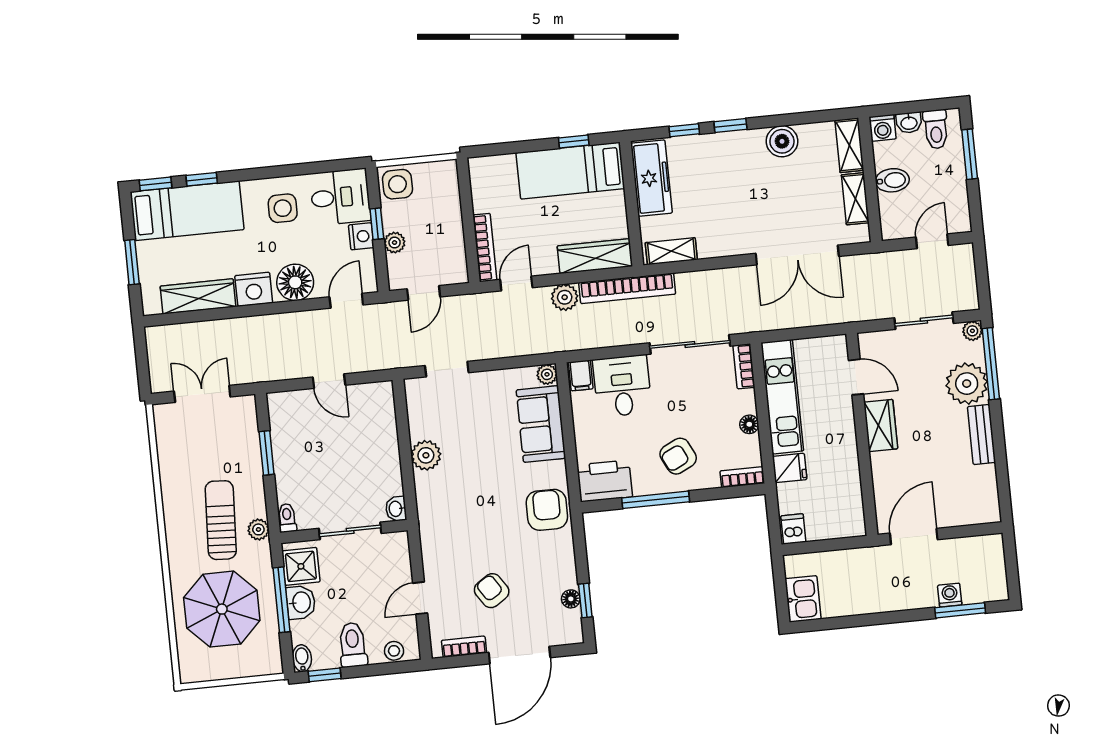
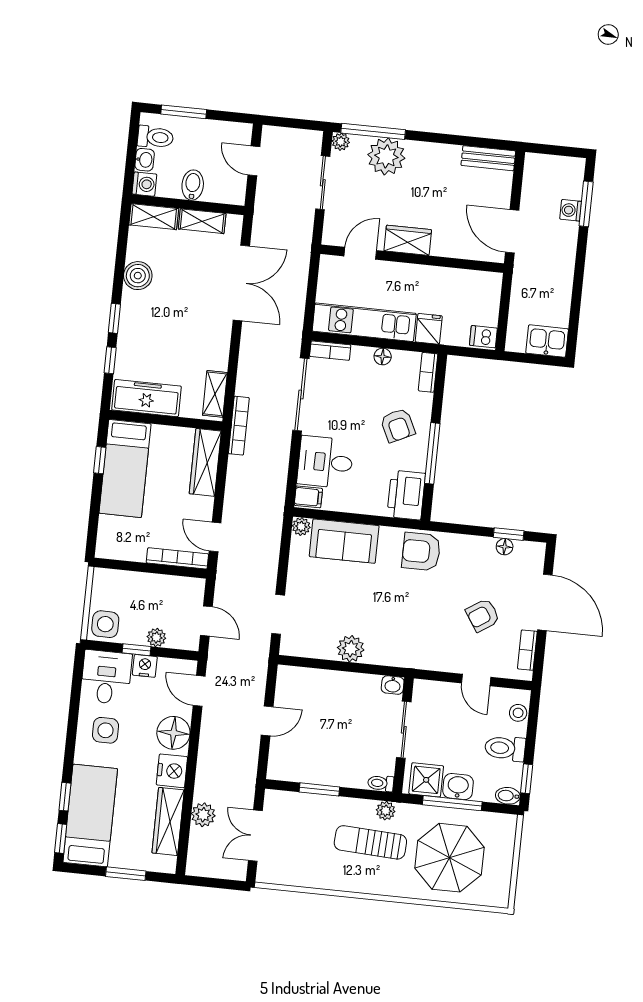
bookcase: (627, 288) -> (239, 426), width x0.68, depth x0.76
plant: (565, 297) -> (203, 815), moved
bench: (982, 434) -> (488, 158), moved

